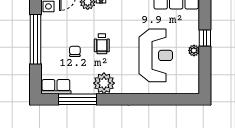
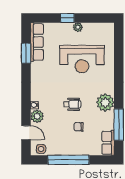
reception desk: (156, 55) -> (82, 59), turned 180

